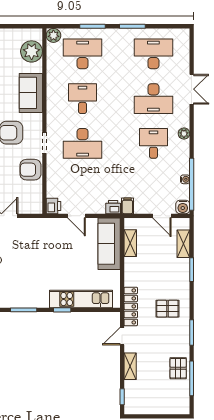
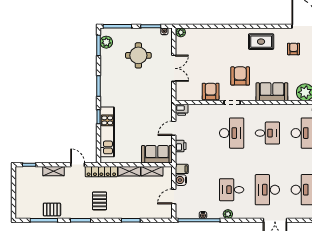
plant: (184, 134) -> (228, 214), moved
desk: (83, 143) -> (232, 133), turned 180
desk: (153, 143) -> (232, 190), turned 180
printer: (113, 207) -> (181, 146), moved
water cooler: (183, 207) -> (181, 180), moved
sofa: (109, 244) -> (157, 154), width x0.73
shelving: (183, 244) -> (129, 171), moved

